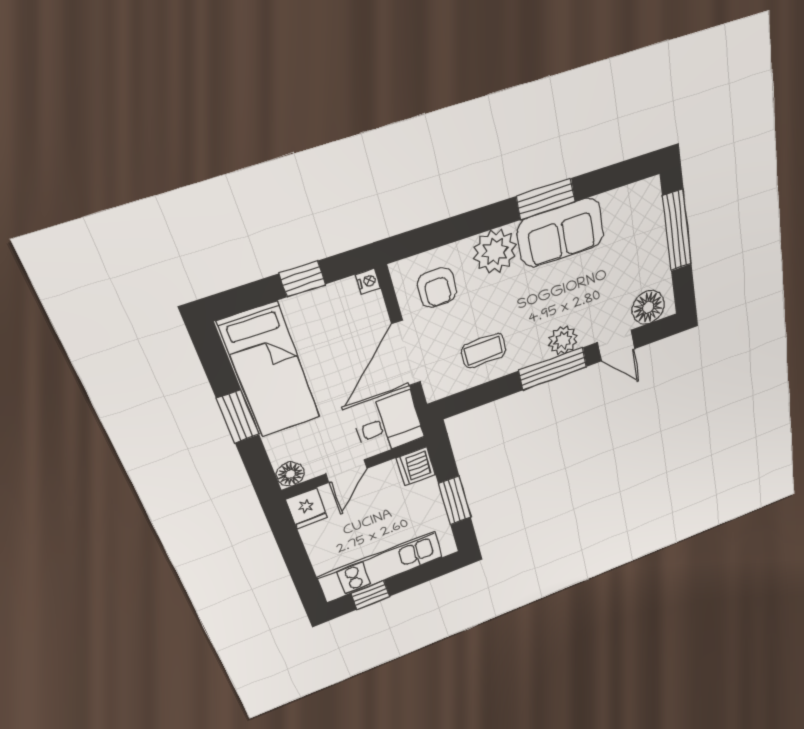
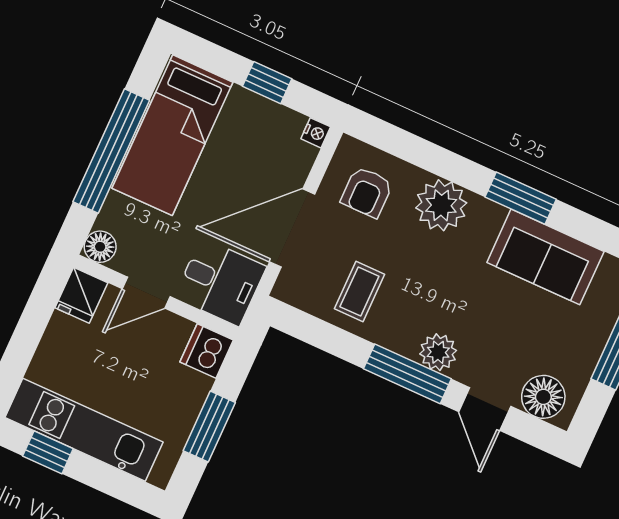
sofa: (561, 233) -> (545, 257), moved
coffee table: (484, 351) -> (359, 292), turned 90
window: (238, 417) -> (111, 151), width x2.11

